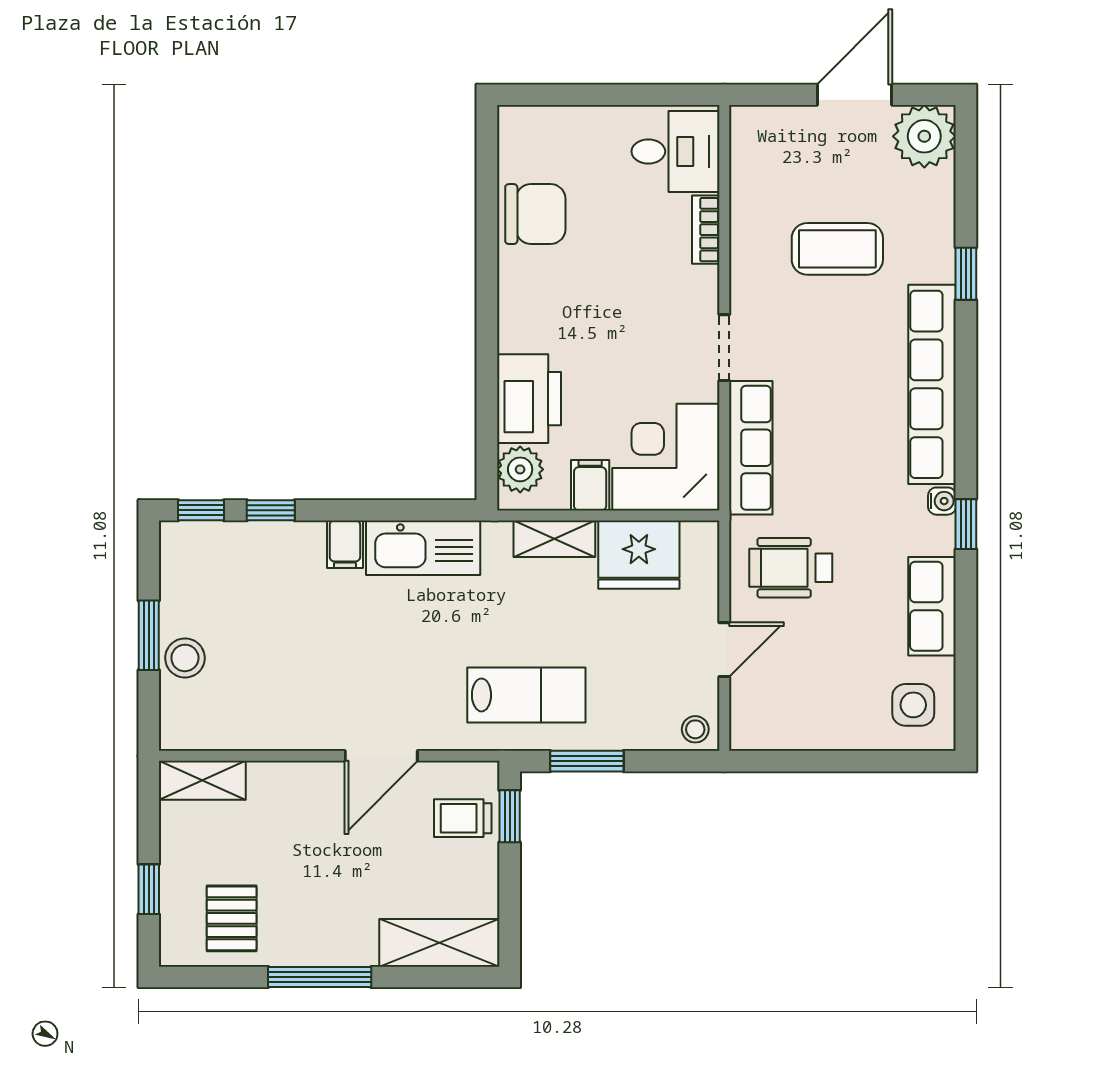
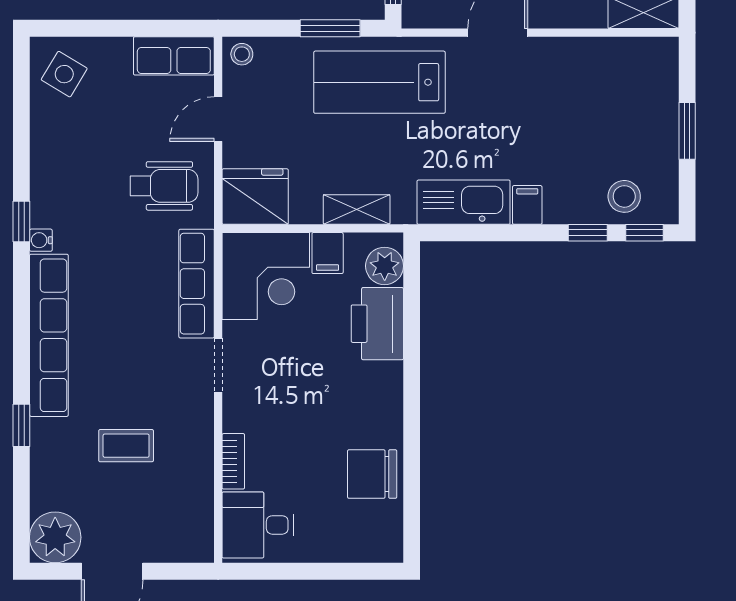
coffee table: (837, 249) -> (126, 446), width x0.73, depth x0.77
fridge: (639, 555) -> (255, 197), moved
row of seats: (932, 606) -> (174, 56), moved, turned 90
stool: (185, 658) -> (624, 196), moved
lab bench: (526, 695) -> (379, 82), width x1.36, depth x1.39
side table: (913, 705) -> (64, 74), turned 31

